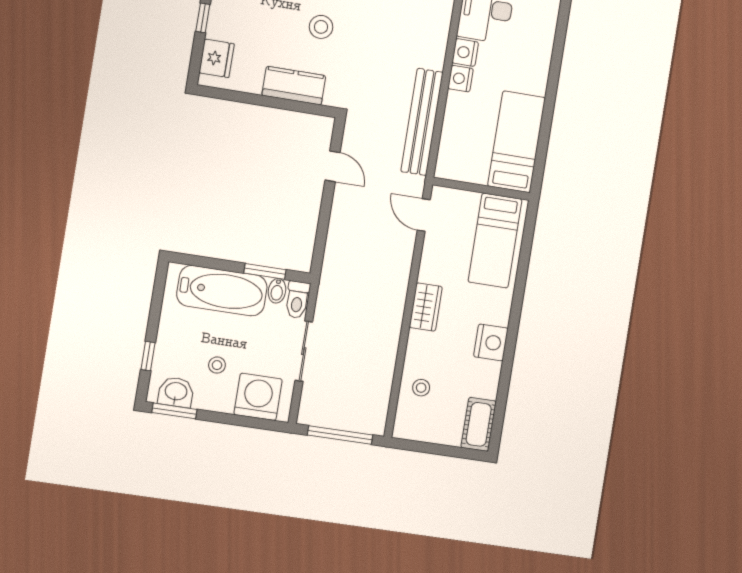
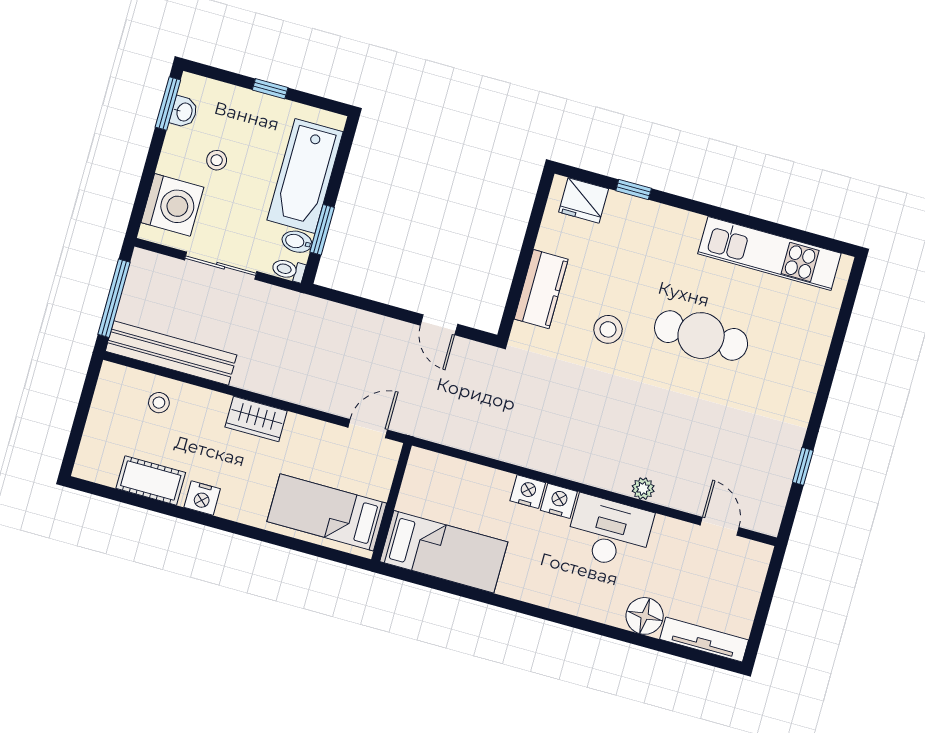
bench: (422, 122) -> (171, 353), moved
door: (333, 166) -> (439, 325), hinge flipped
toilet: (297, 300) -> (288, 270), width x0.73, depth x0.72
nightstand: (491, 342) -> (202, 498), width x0.74, depth x0.75
window: (148, 356) -> (270, 89), moved
washbasin: (176, 392) -> (184, 112), width x0.72, depth x0.69
cot: (479, 424) -> (151, 480), moved

